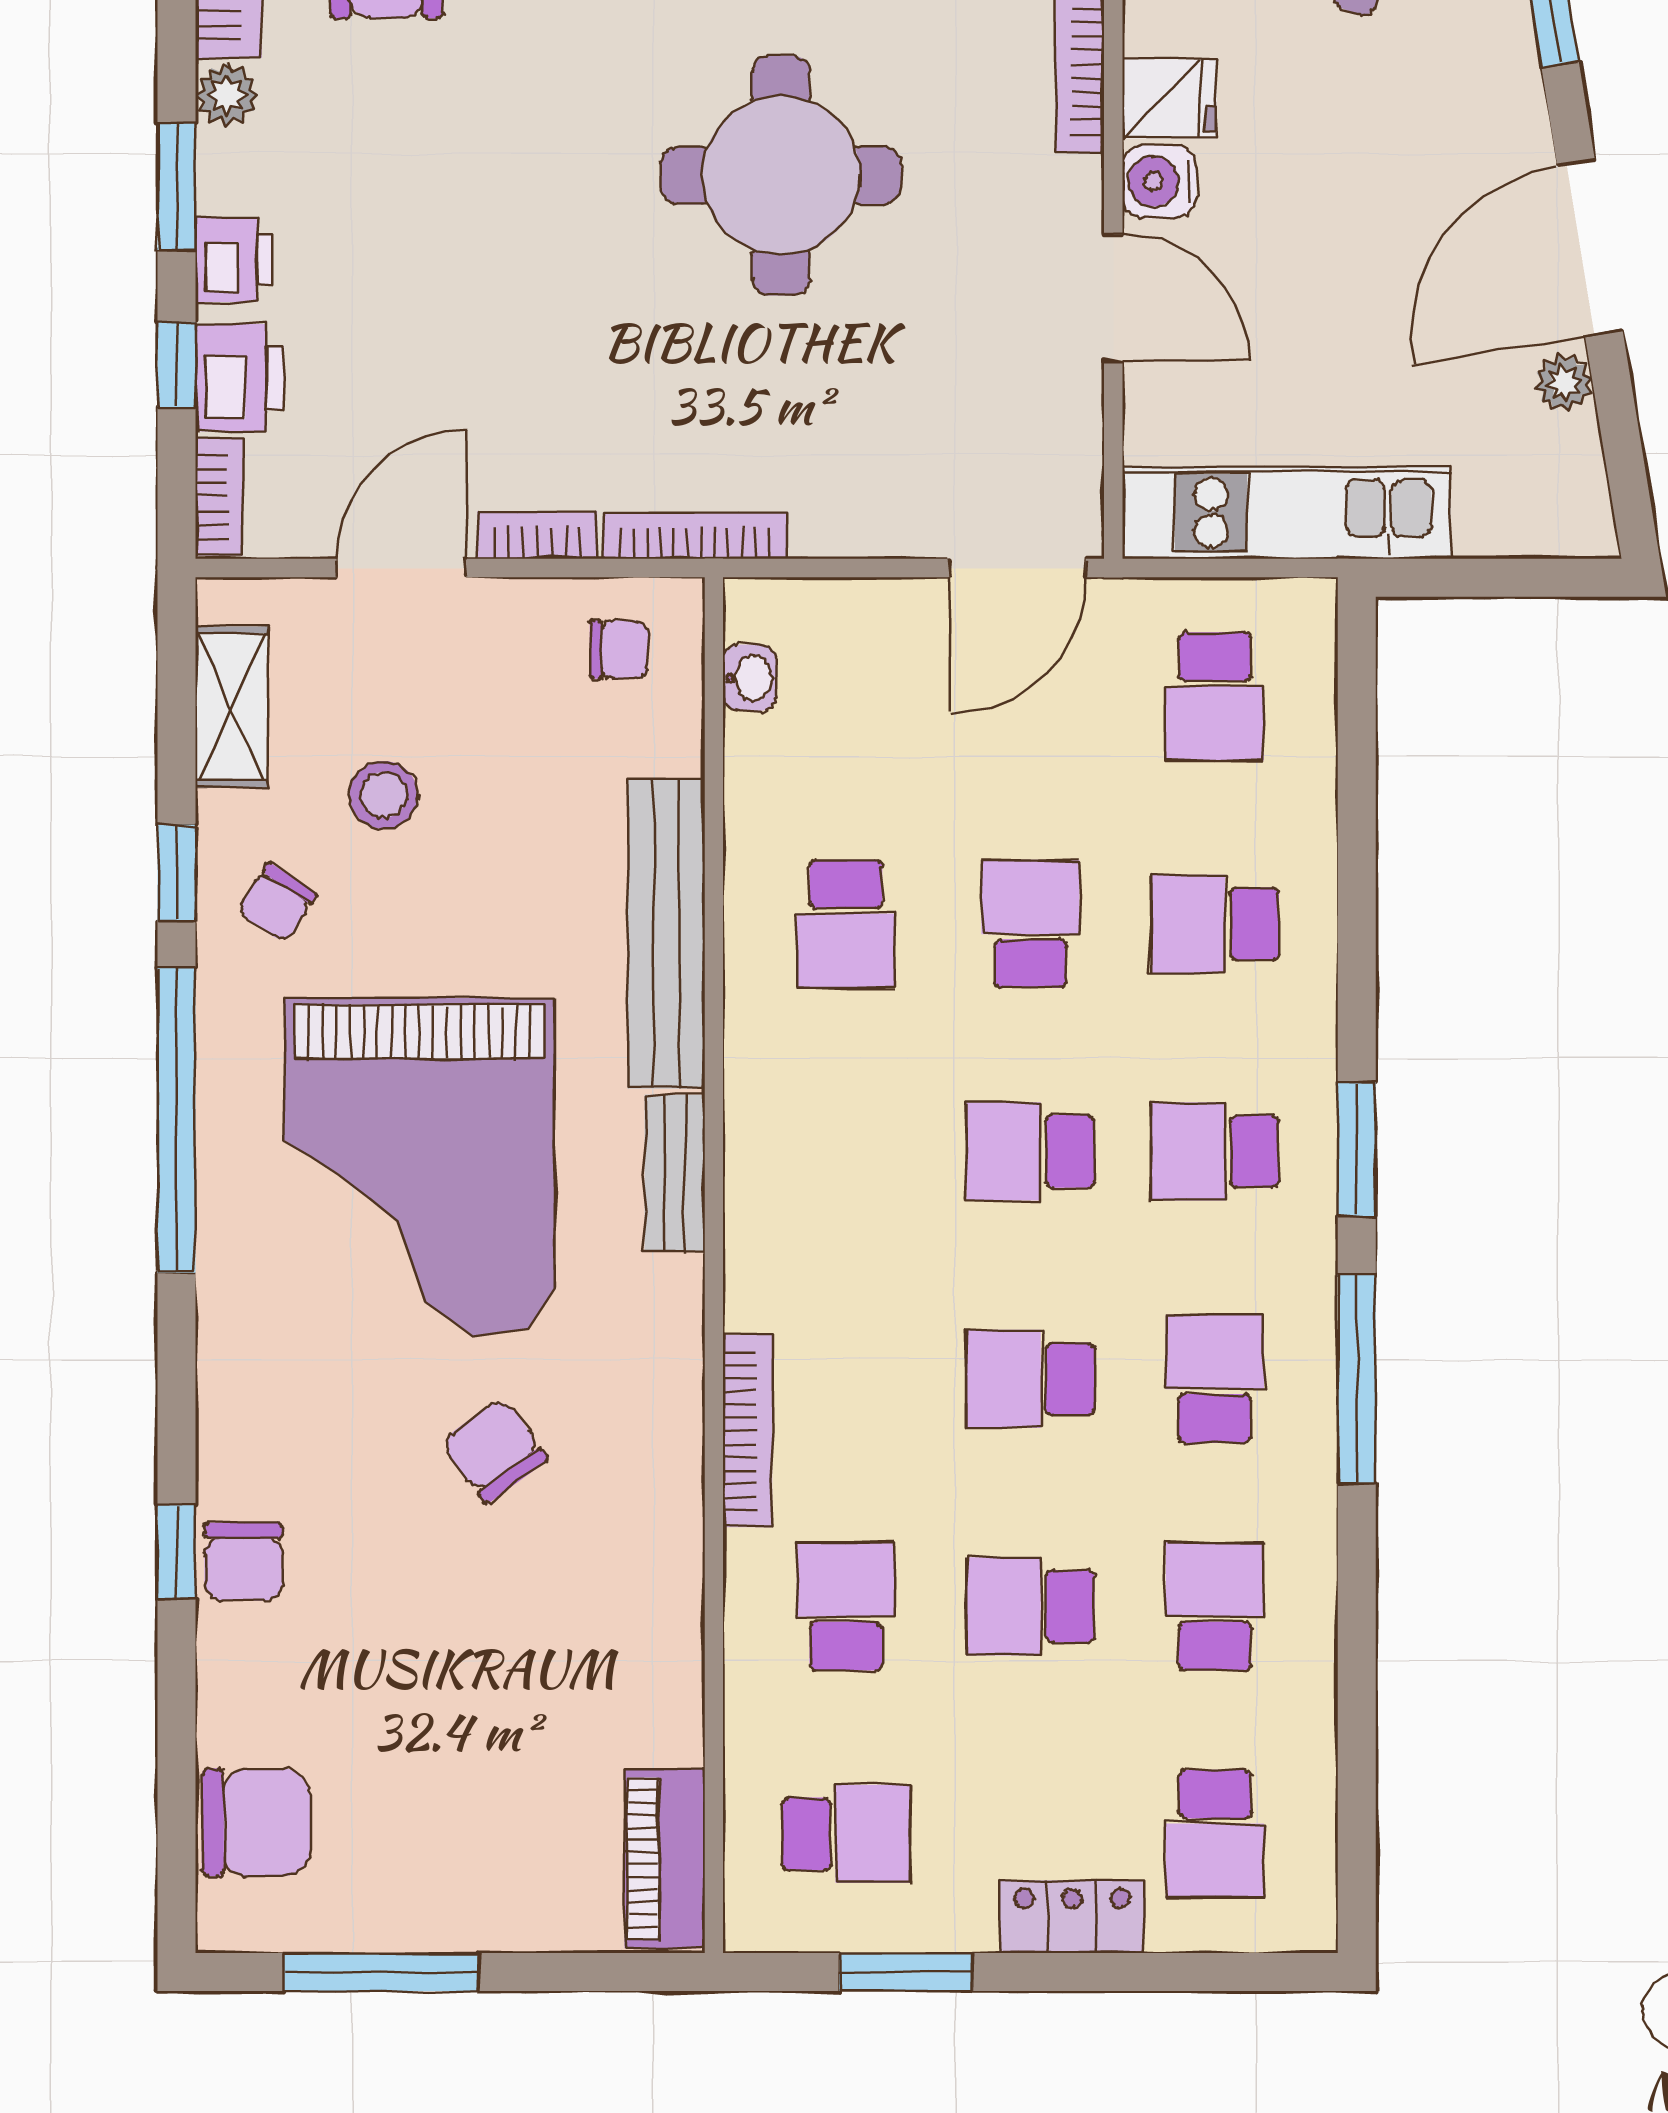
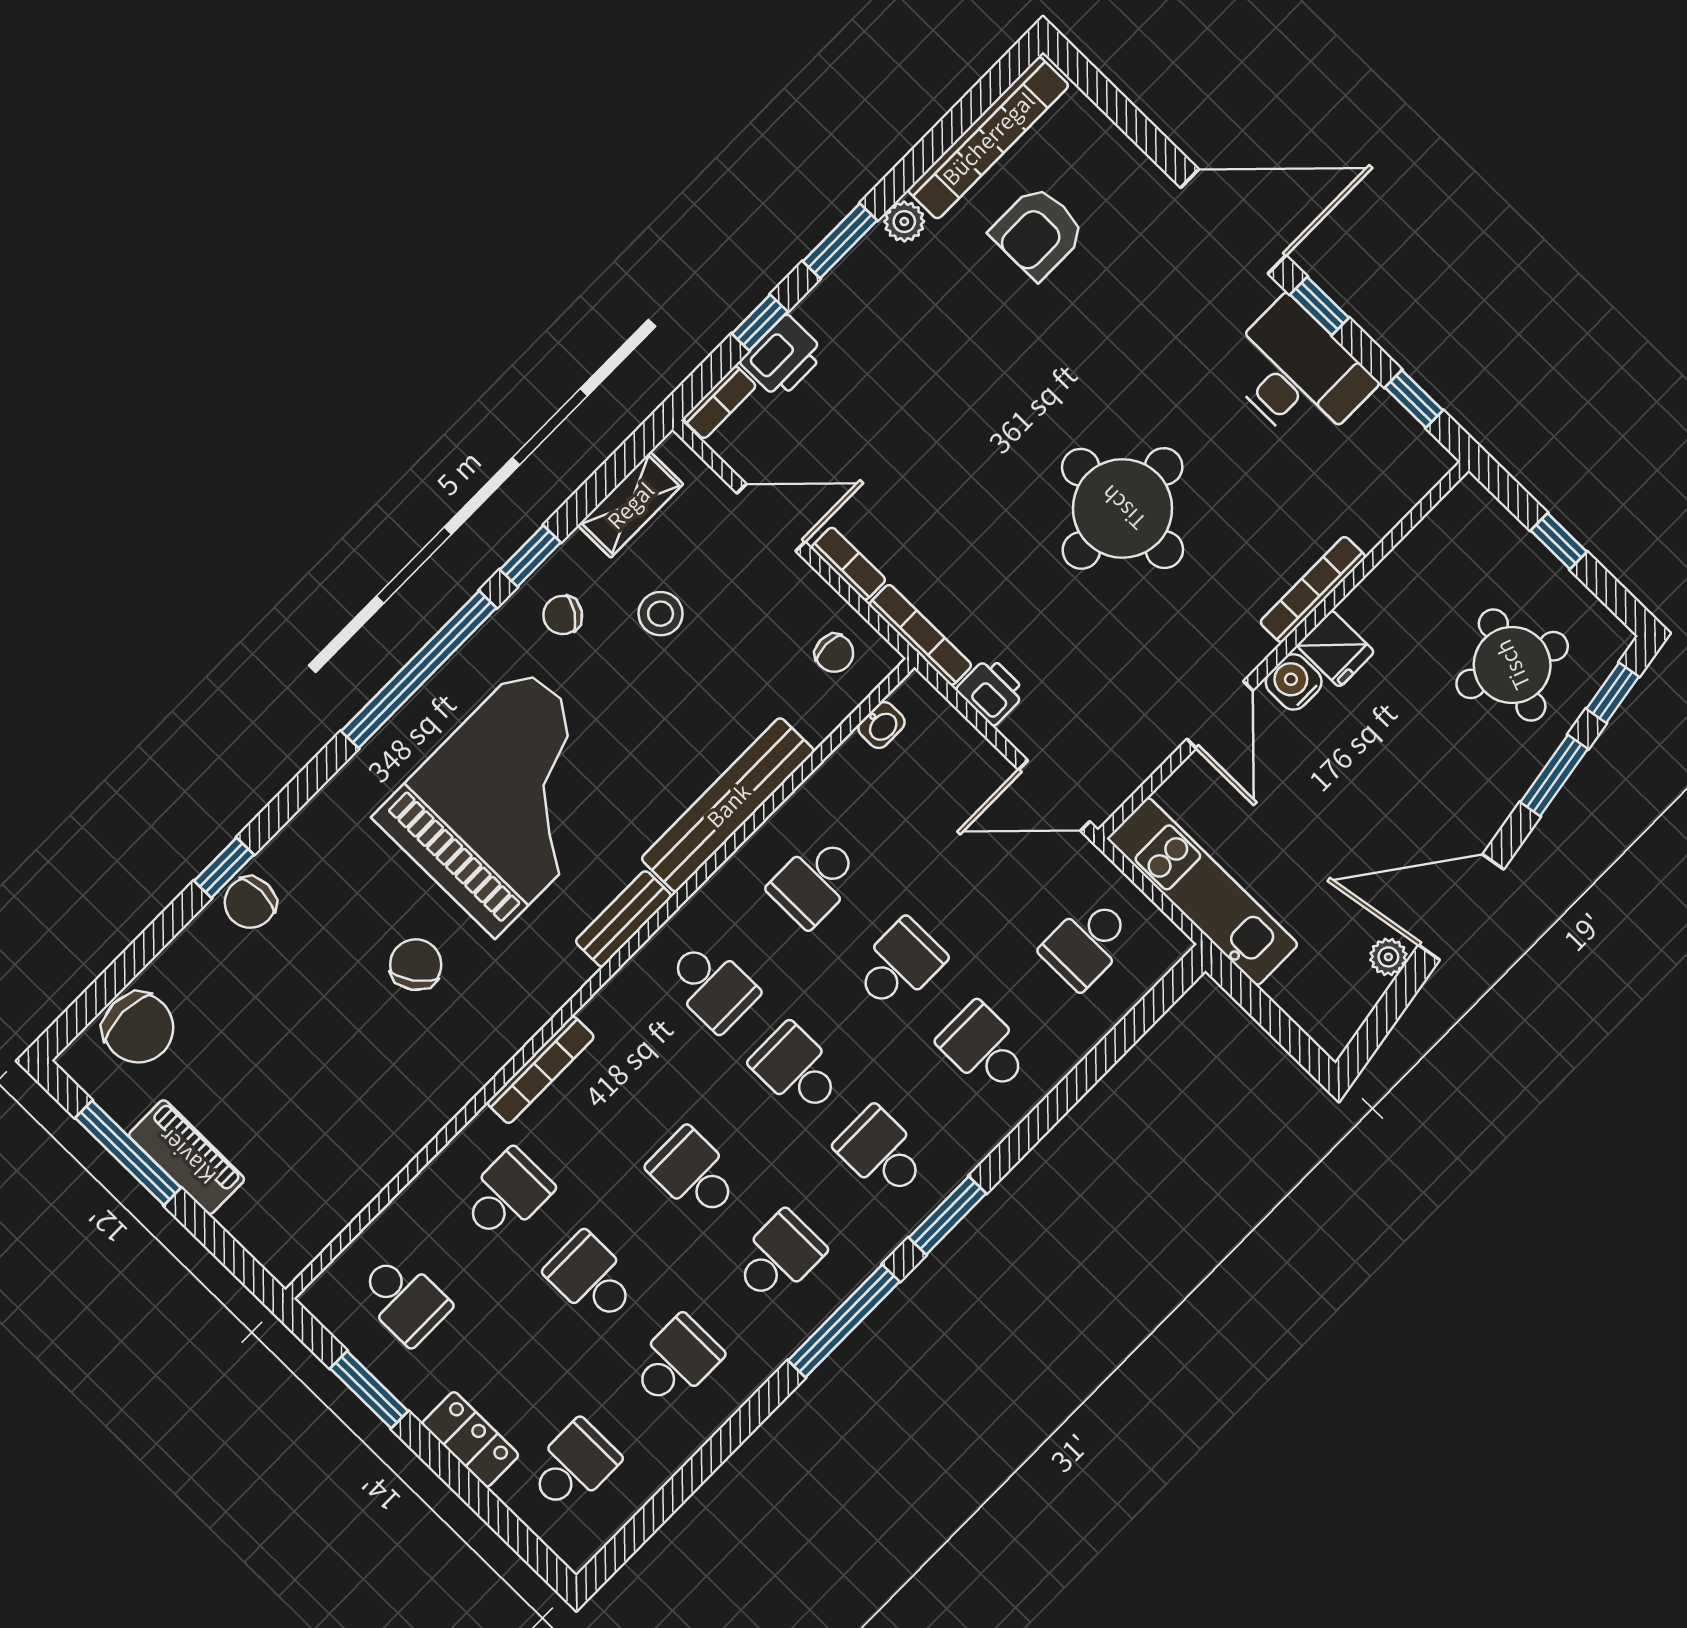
printer: (234, 260) -> (991, 691), moved, turned -90
school desk: (846, 1151) -> (712, 986), added
grand piano: (420, 1167) -> (509, 801), turned 180
school desk: (1215, 1834) -> (573, 1466), turned 180
piano: (665, 1858) -> (187, 1157), moved, turned 90

